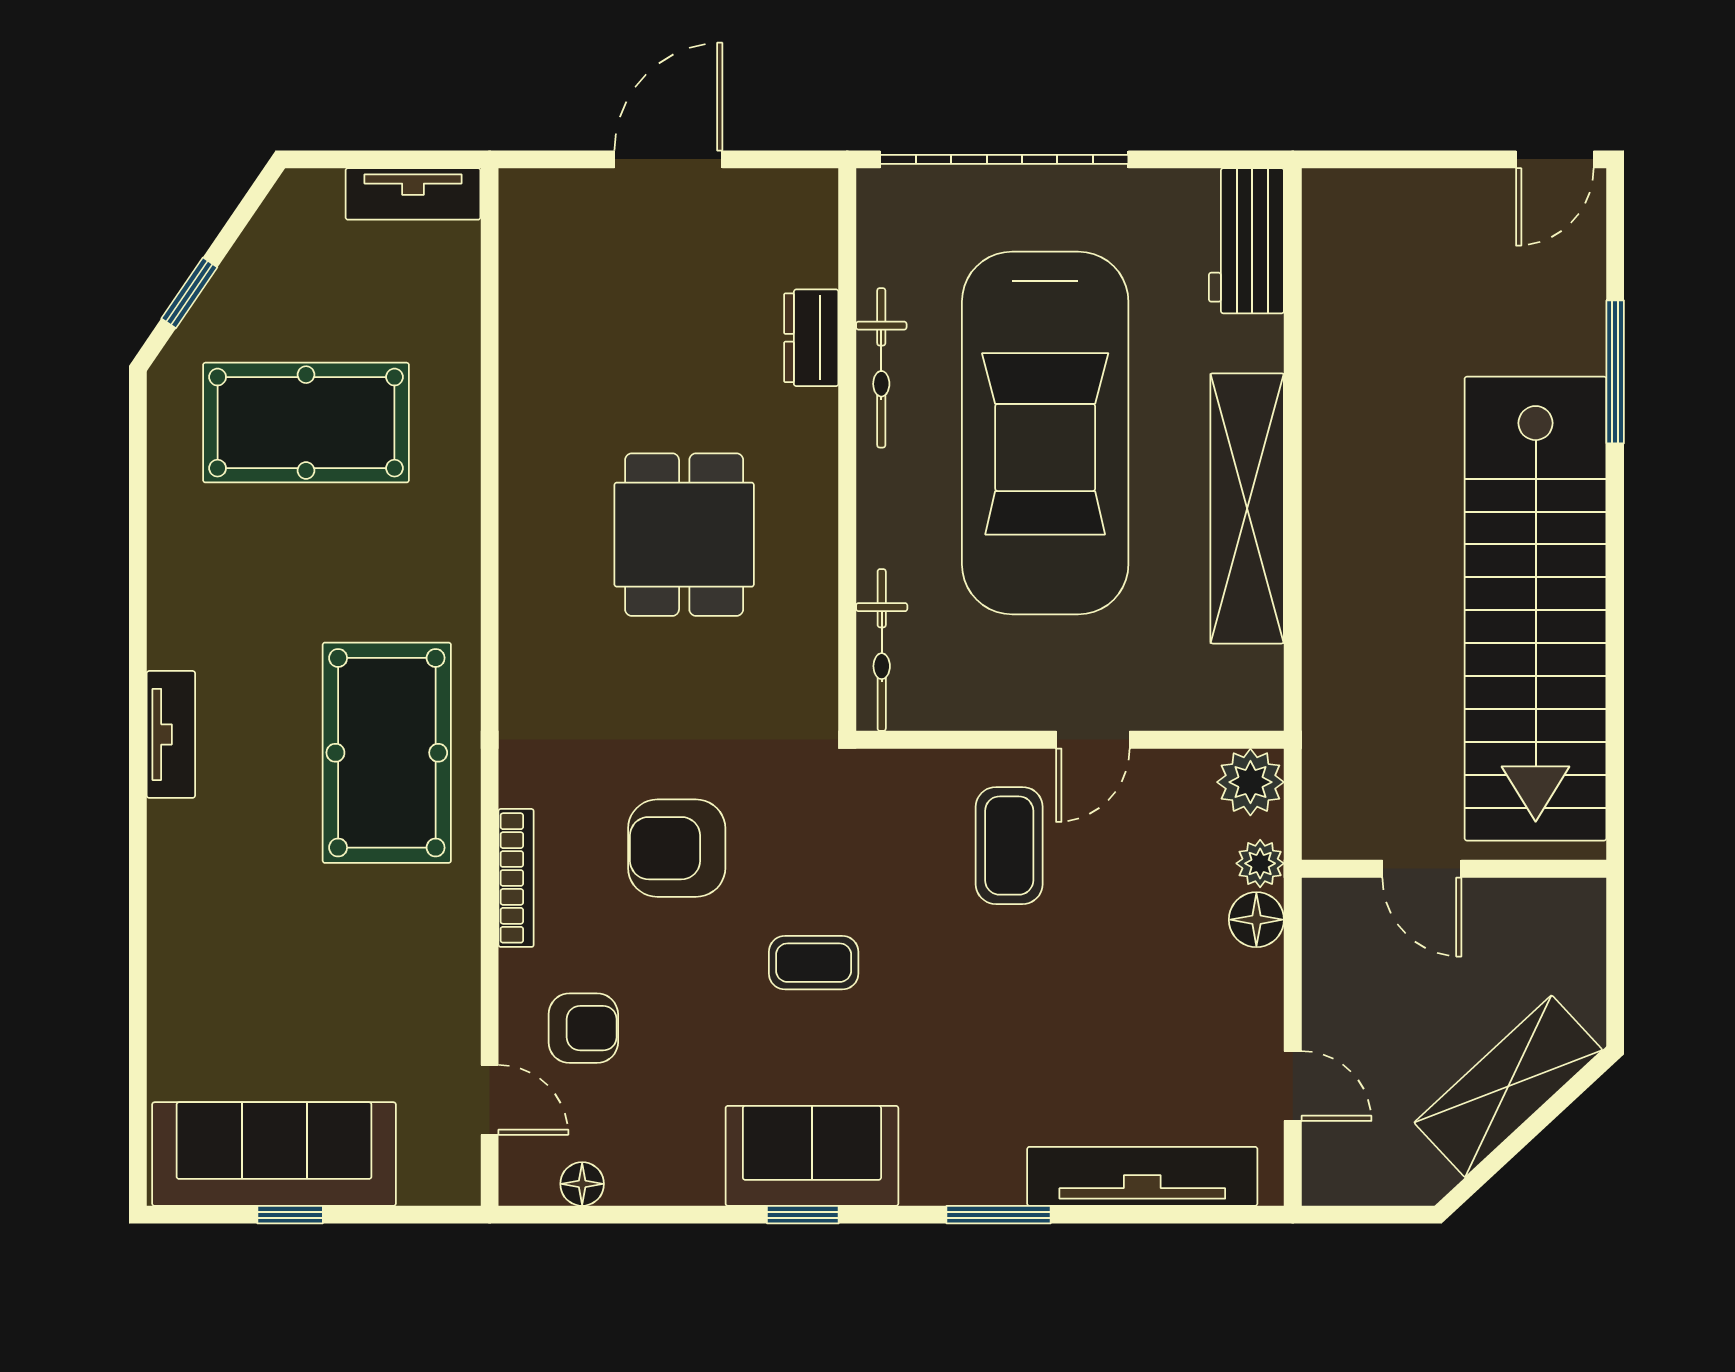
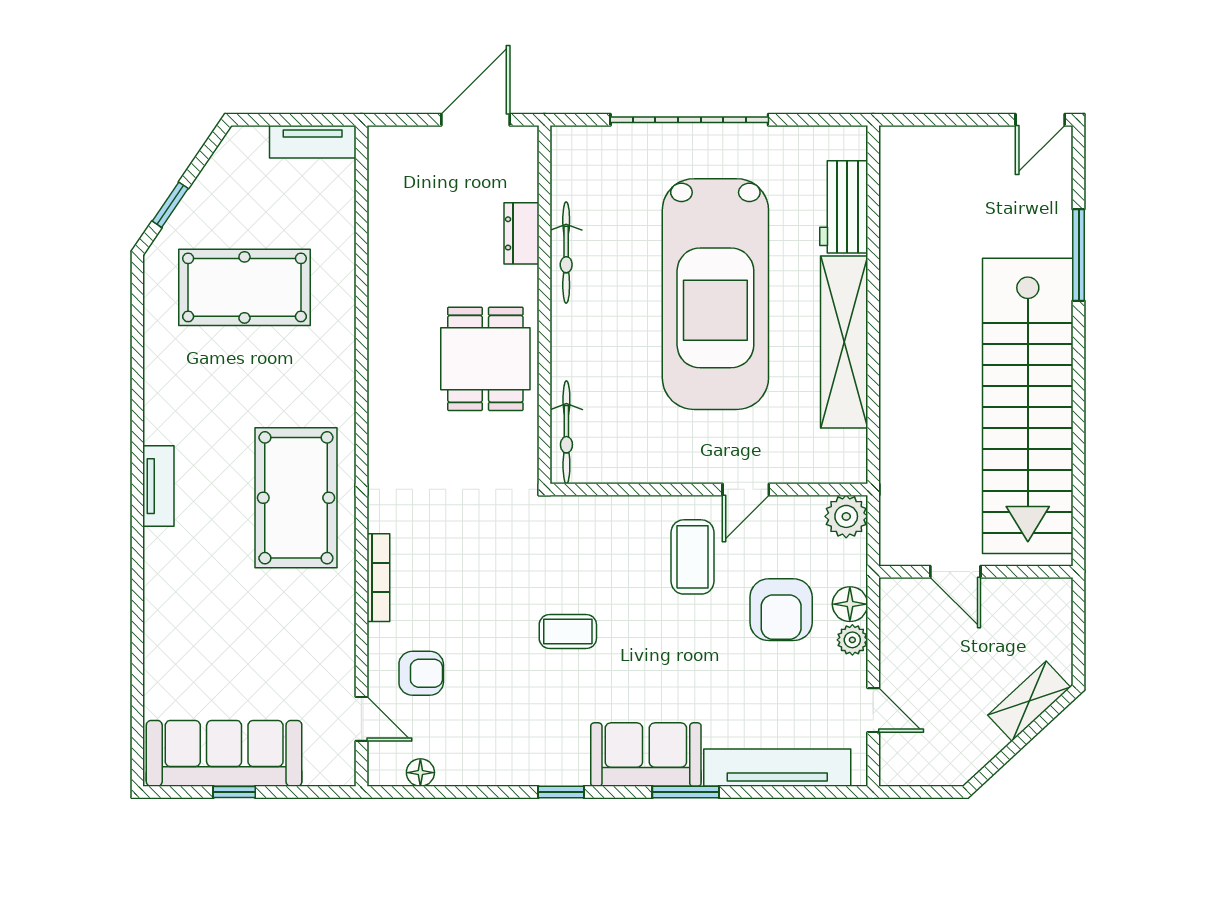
workbench: (1246, 241) -> (844, 207), moved
dresser: (811, 338) -> (522, 233), moved
bicycle: (881, 368) -> (566, 253), moved
wall: (847, 450) -> (544, 305), moved
bicycle: (882, 650) -> (566, 432), moved
armchair: (677, 848) -> (781, 610), moved, turned -90
plant: (1260, 863) -> (852, 640), moved
shelving: (1508, 1086) -> (1029, 701), width x0.67, depth x0.75
sofa: (812, 1156) -> (646, 755), moved

